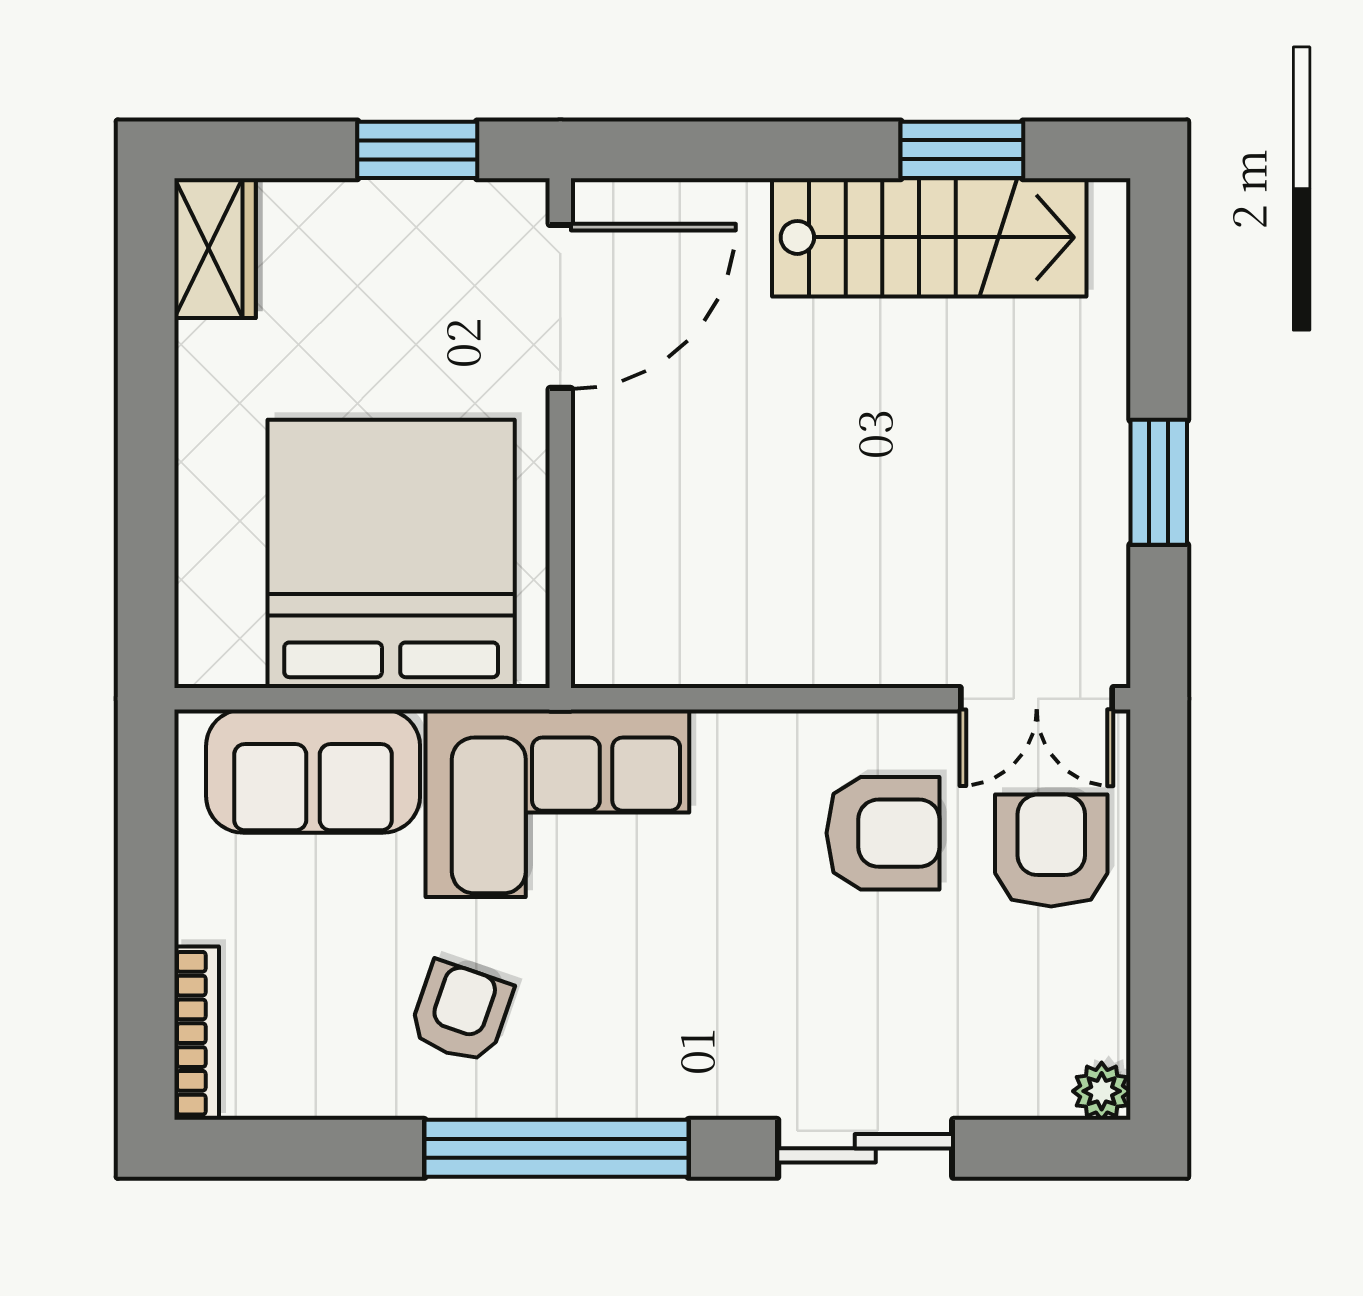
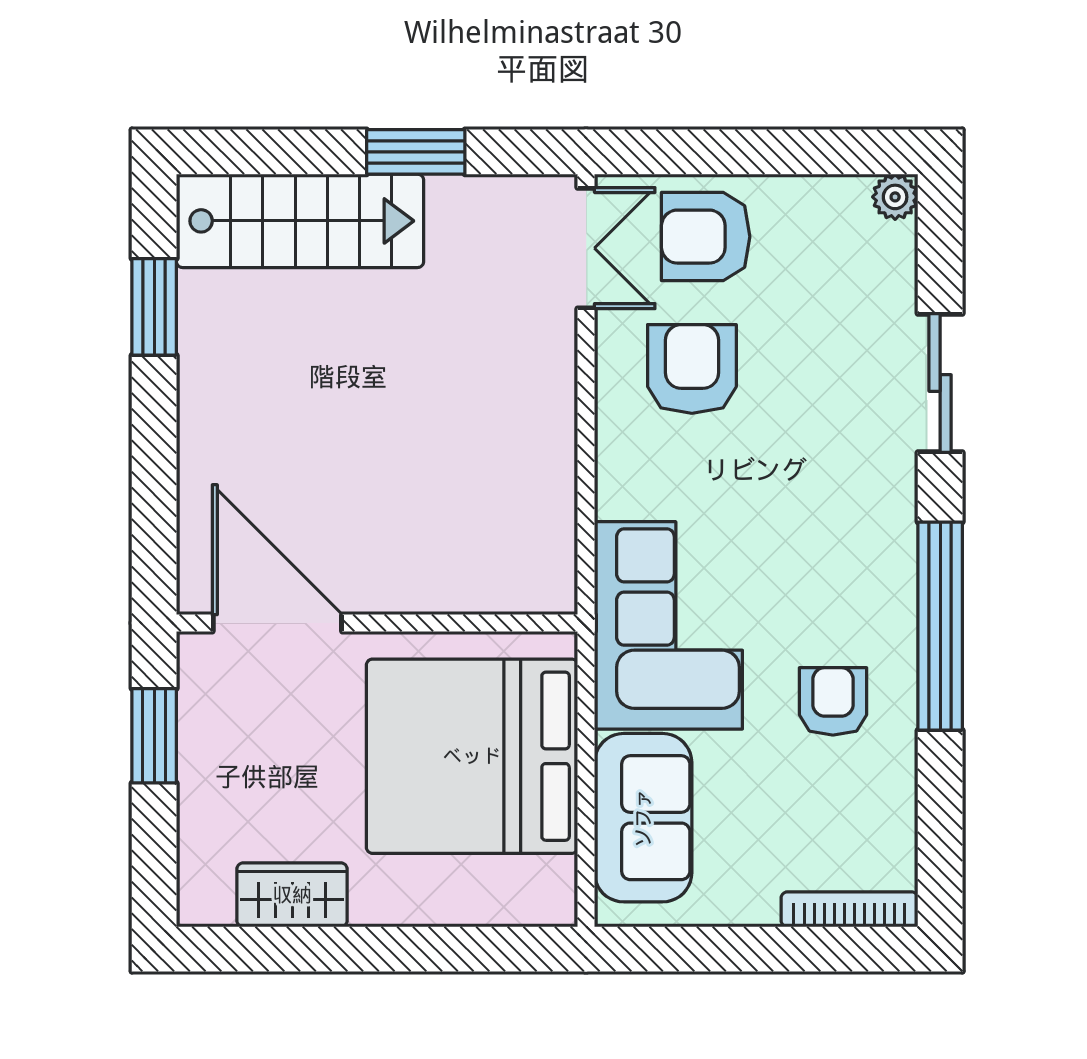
stairs: (929, 237) -> (300, 221), moved, turned 90
wardrobe: (215, 248) -> (292, 895), moved
armchair: (461, 1012) -> (833, 701), turned 71

